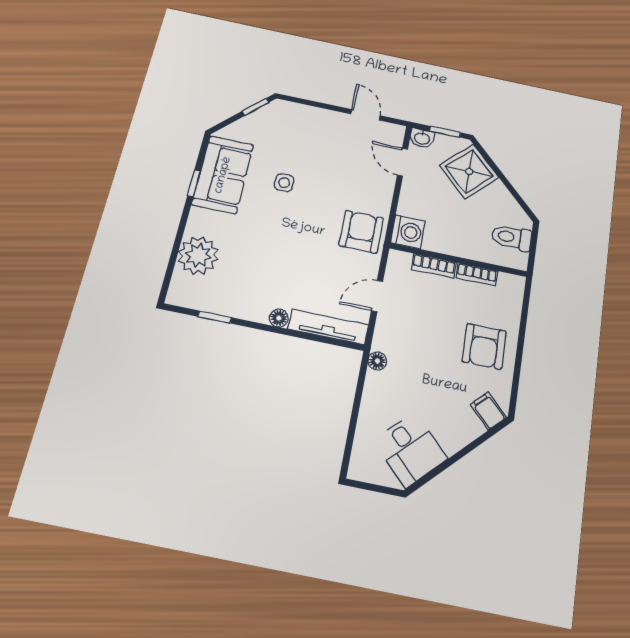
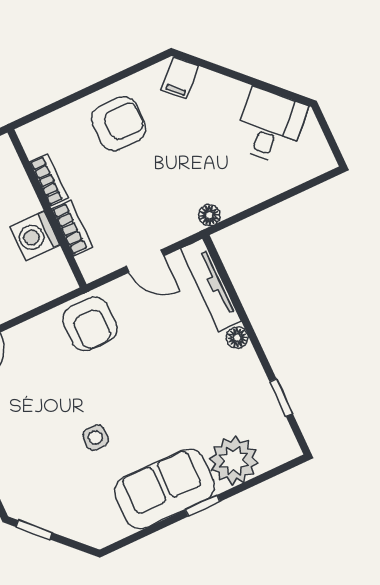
sofa: (223, 175) -> (165, 489), moved
window: (194, 183) -> (203, 506), moved
armchair: (361, 232) -> (90, 324), turned -90
washing machine: (408, 232) -> (35, 236), moved, turned -90

